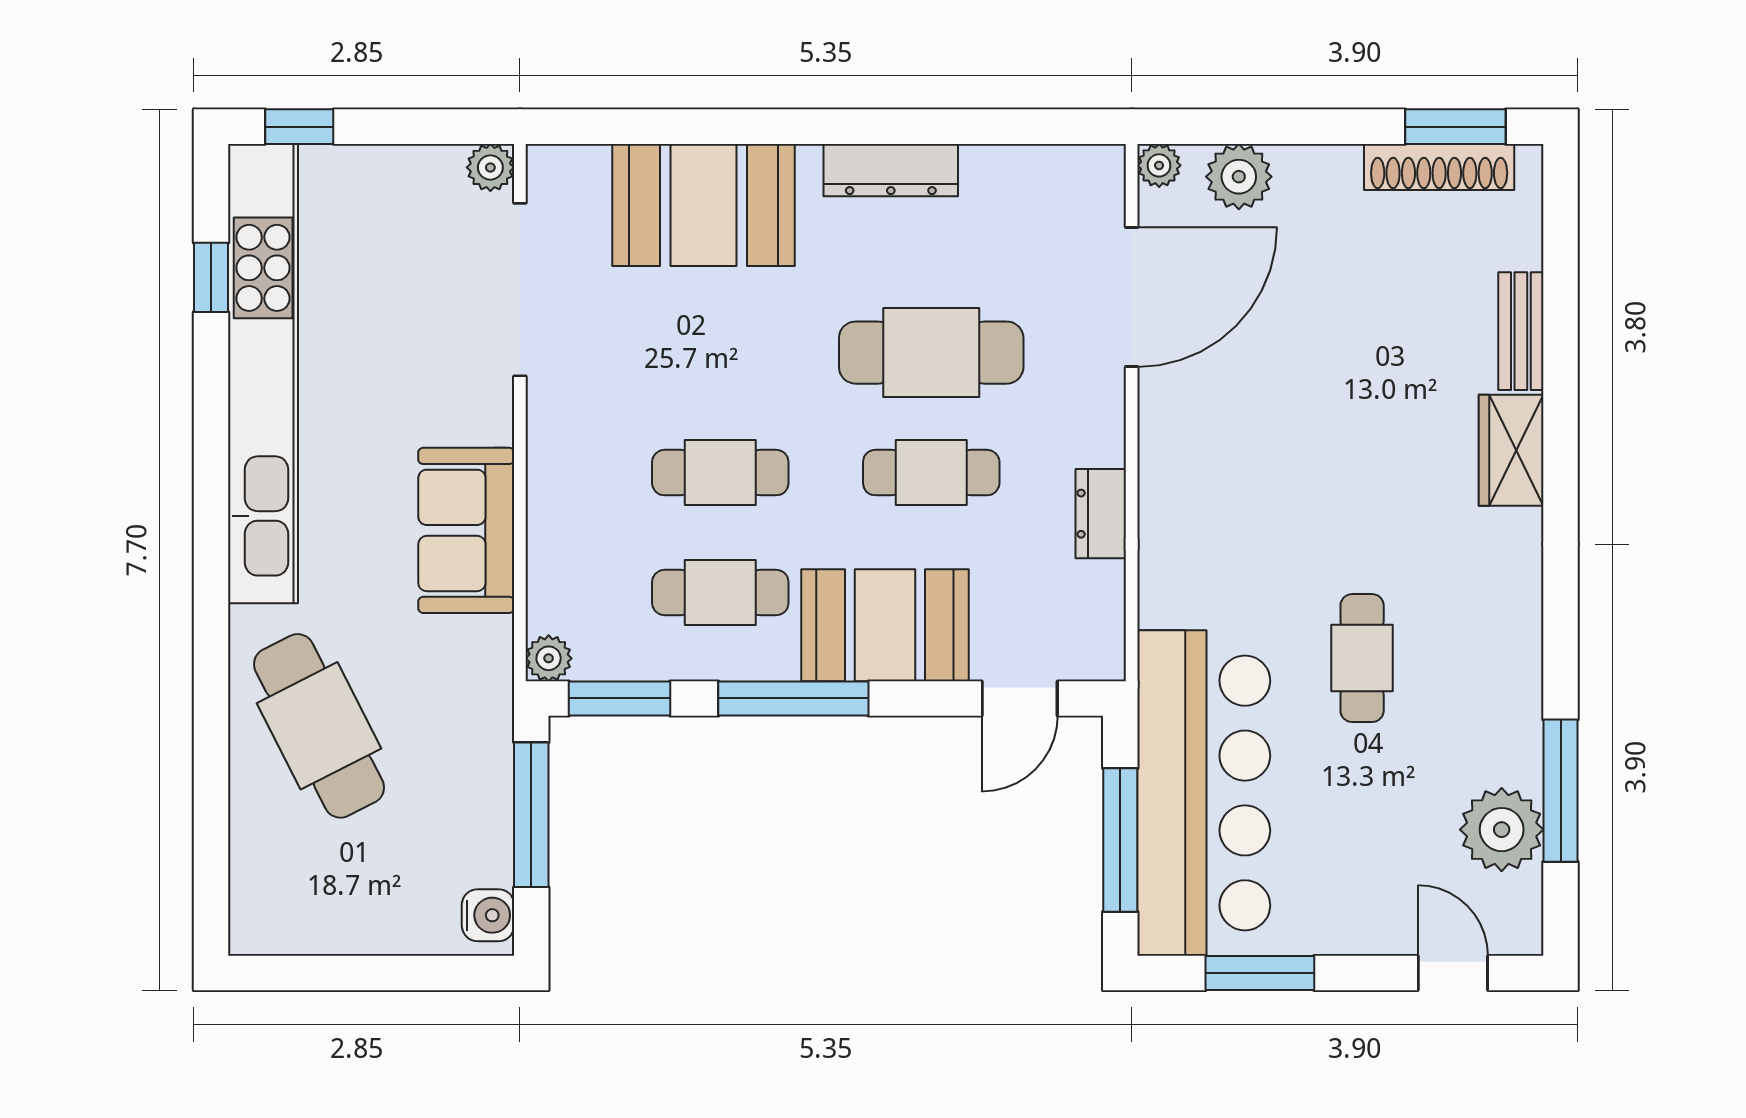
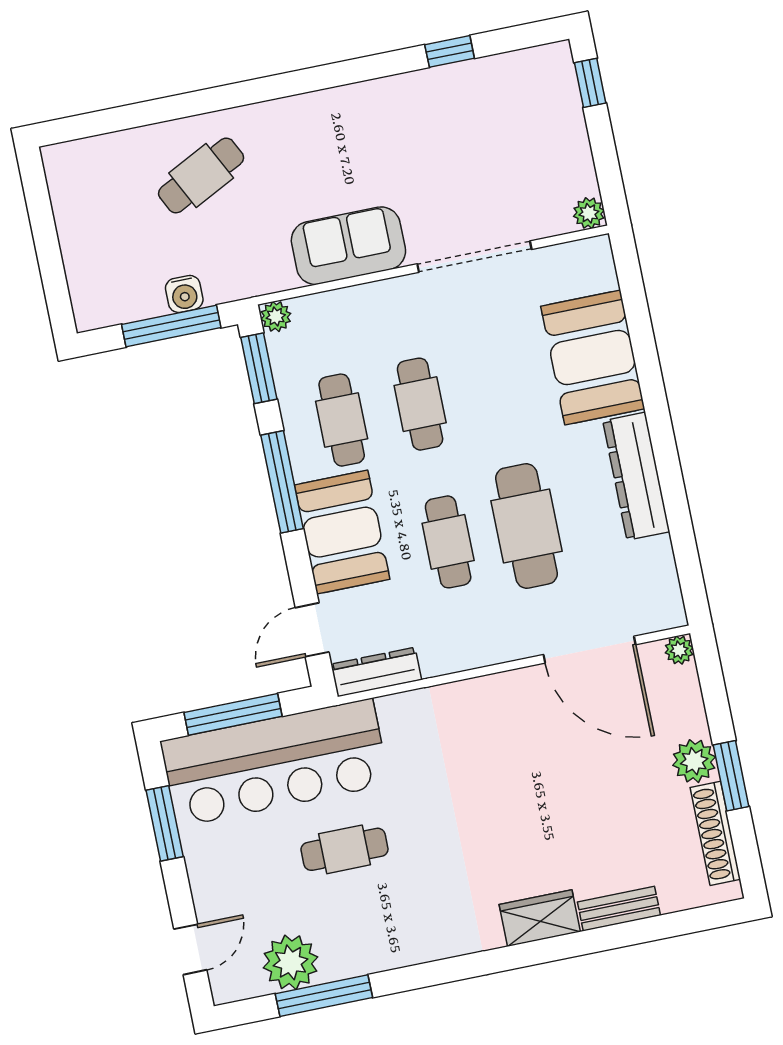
window: (1455, 127) -> (731, 776), moved
dresser: (891, 170) -> (636, 476), width x1.37, depth x1.24
plant: (1239, 177) -> (694, 761), moved
window: (211, 277) -> (450, 51), moved
doorway: (520, 290) -> (474, 257), moved
kitchen unit: (263, 374) -> (424, 92), removed
dresser: (1101, 514) -> (376, 672), moved, width x1.44
cafe table: (1362, 658) -> (344, 849), moved
door: (1020, 698) -> (312, 630), hinge flipped
cafe table: (319, 726) -> (201, 175), width x0.73, depth x0.74
water cooler: (488, 915) -> (184, 294), moved

